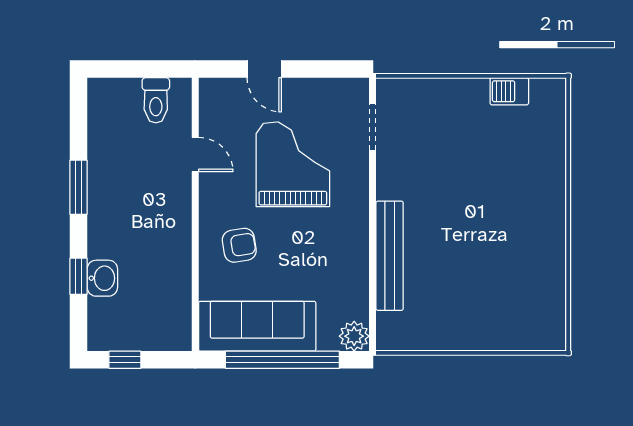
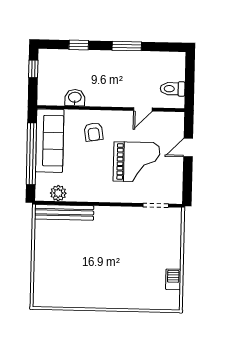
bench: (390, 256) -> (64, 212), moved
washbasin: (102, 278) -> (75, 98), moved, turned 180
plant: (354, 336) -> (58, 193), moved

